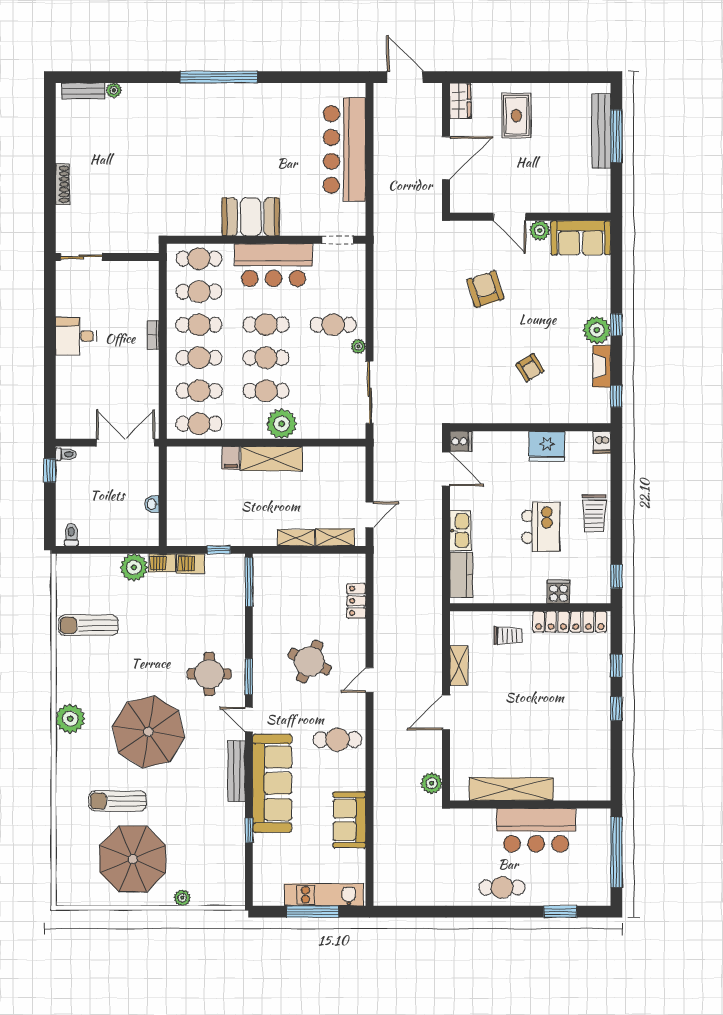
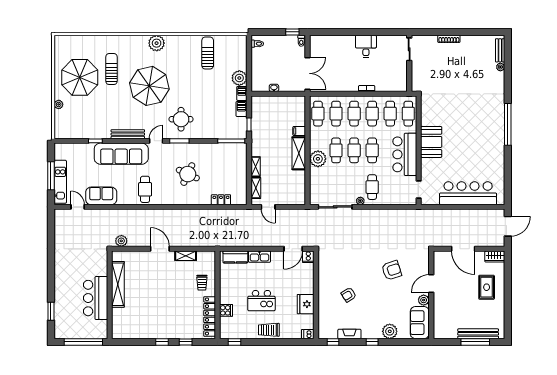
rug: (516, 116) -> (487, 287), turned 90
plant: (597, 330) -> (390, 331), moved
door: (369, 680) -> (78, 207), moved
cafe table: (502, 887) -> (64, 279), removed

